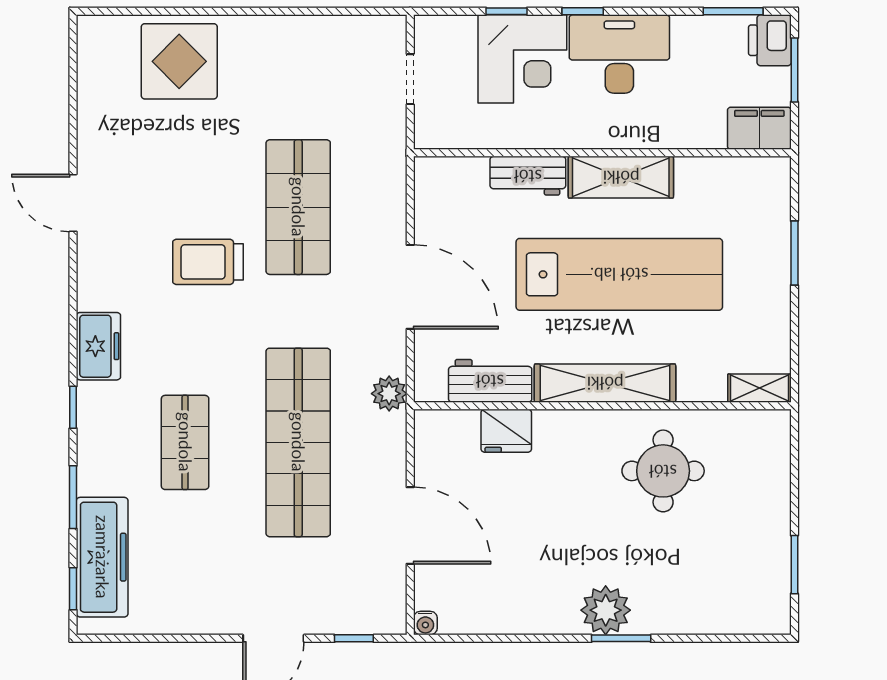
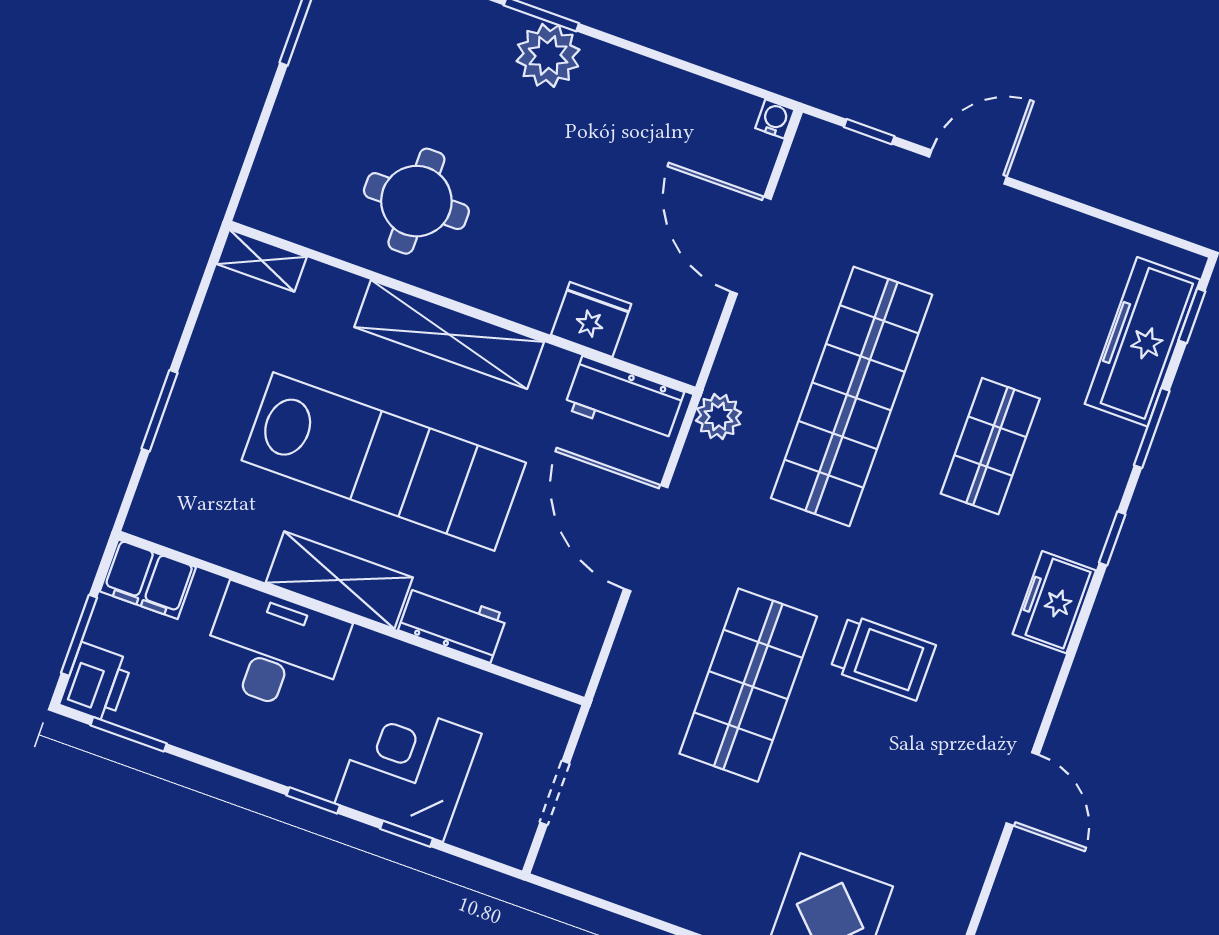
desk: (619, 54) -> (274, 650), moved, turned 180
lab bench: (619, 274) -> (384, 462), turned 180
workbench: (490, 381) -> (624, 400), moved

